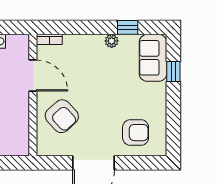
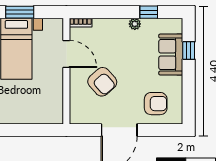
sofa: (153, 58) -> (171, 55), moved
armchair: (62, 116) -> (102, 82), moved

